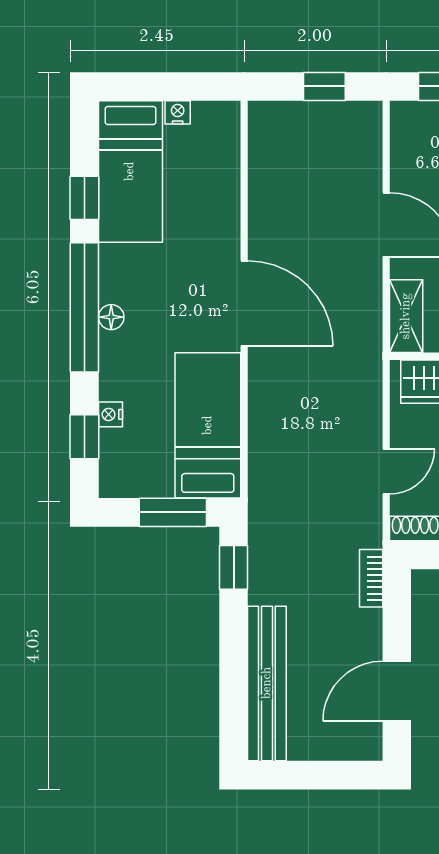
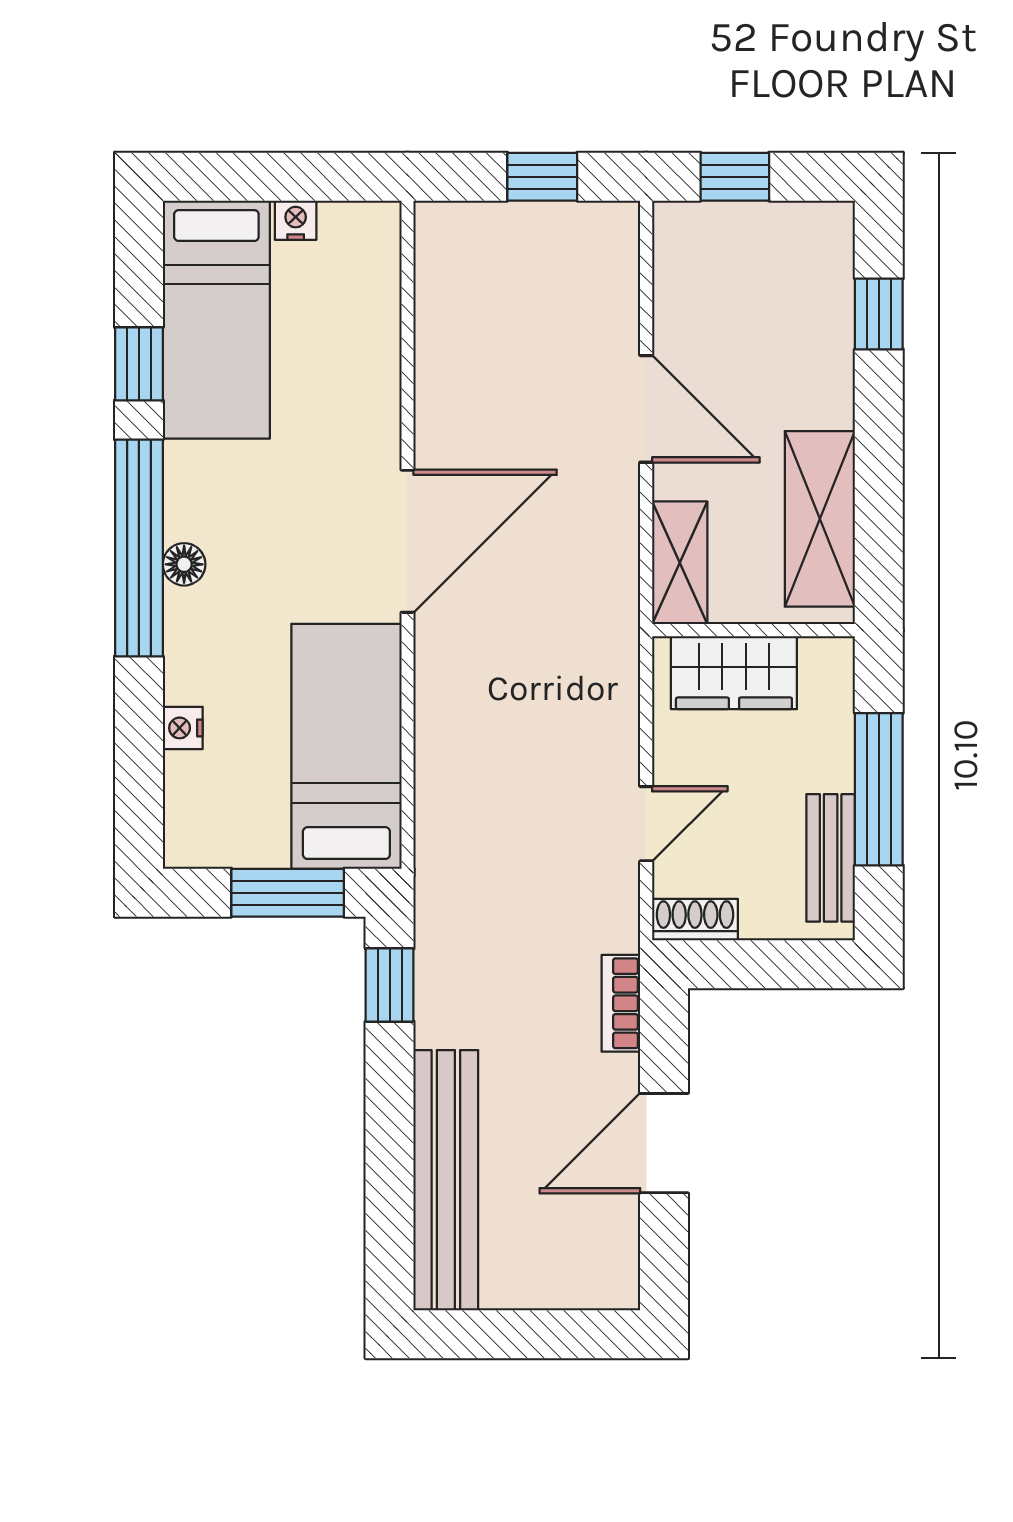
door: (244, 303) -> (407, 541), hinge flipped
window: (84, 437) -> (139, 765), removed
door: (397, 691) -> (664, 1143), moved

